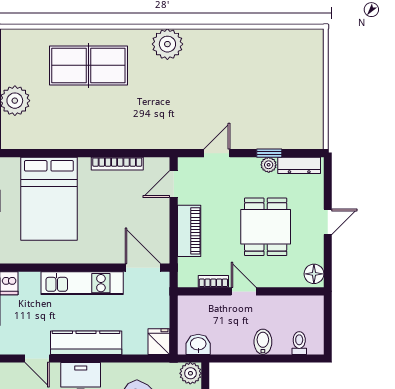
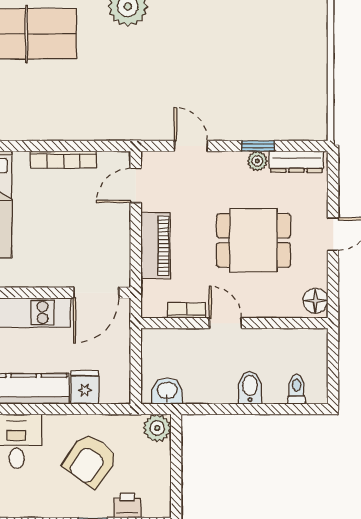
door: (217, 153) -> (191, 146), hinge flipped
dining table: (266, 227) -> (254, 240), turned 90
door: (143, 268) -> (96, 293), swing flipped
fridge: (159, 342) -> (85, 387), moved

